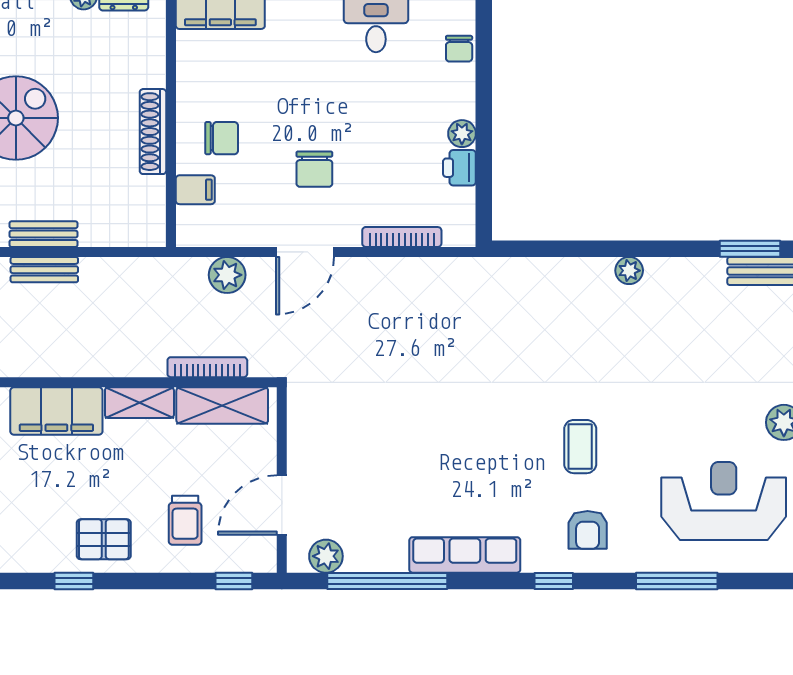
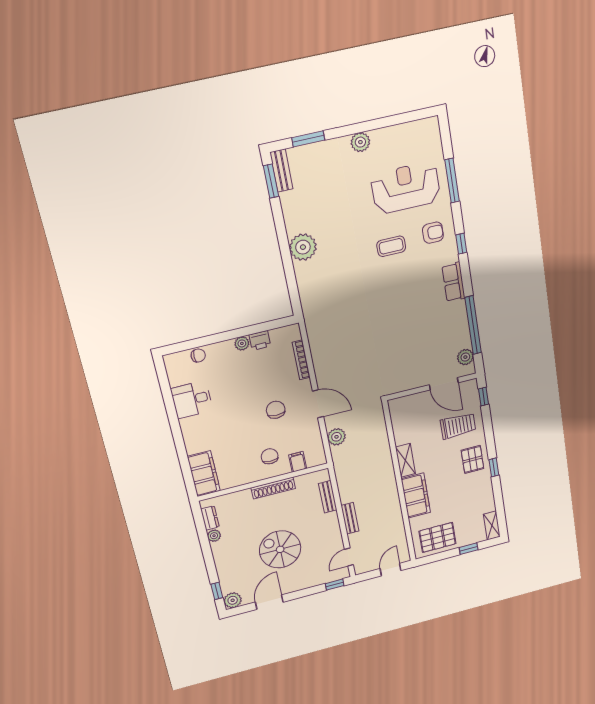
chair: (314, 169) -> (276, 410), turned -90
bench: (44, 234) -> (328, 497), moved
plant: (629, 271) -> (303, 247), width x1.88, depth x1.88
bookcase: (207, 367) -> (383, 434), removed
shelving: (222, 405) -> (400, 423), removed
reception desk: (724, 501) -> (406, 188), moved, turned 90
trolley: (185, 520) -> (458, 426), width x1.36, depth x1.39
row of seats: (465, 555) -> (453, 282), width x0.68

